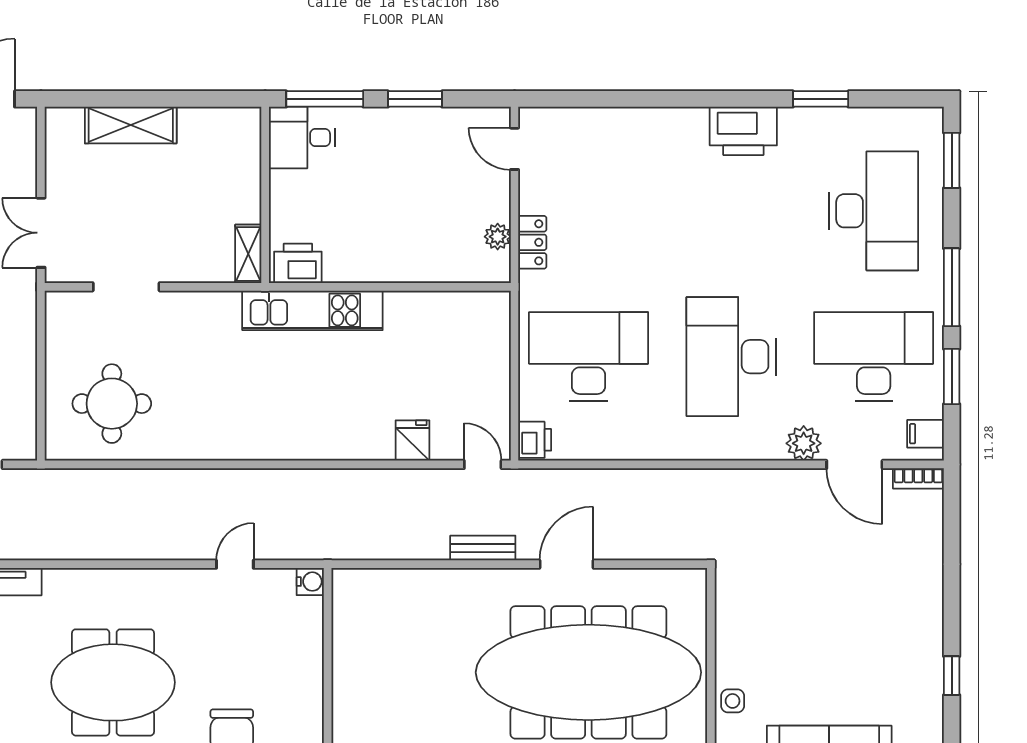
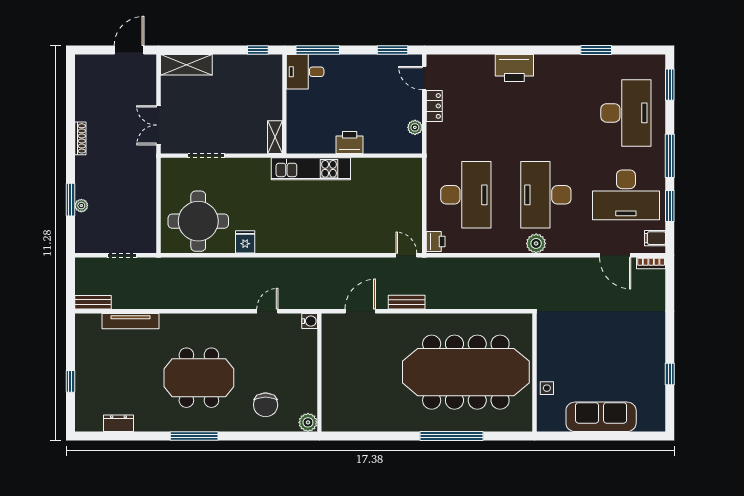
window: (218, 99) -> (258, 50), added
window: (415, 99) -> (393, 50), moved
shelving: (131, 125) -> (186, 65), moved
printer: (743, 131) -> (514, 68), moved
locker: (532, 242) -> (434, 106), moved
printer: (298, 263) -> (350, 142), moved
desk: (589, 357) -> (466, 195), turned 90
desk: (874, 357) -> (626, 195), turned 180
round table: (112, 404) -> (198, 221), width x1.36, depth x1.36
fridge: (412, 440) -> (245, 242), moved
plant: (804, 443) -> (536, 243), moved
door: (566, 564) -> (360, 311), moved

